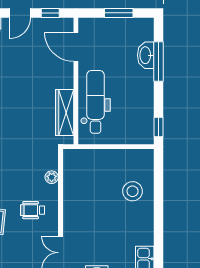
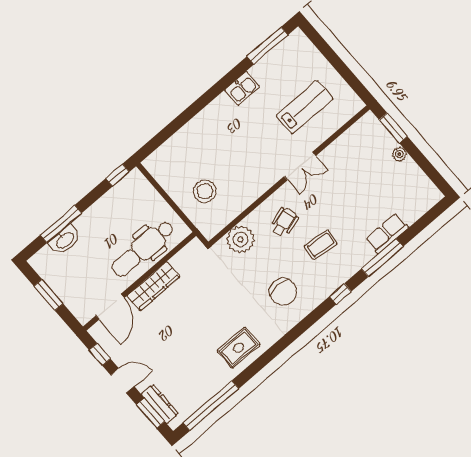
wardrobe: (65, 113) -> (153, 286), moved
plant: (52, 177) -> (241, 239), width x1.88, depth x1.88
stool: (133, 191) -> (205, 191), moved
wheelchair: (33, 210) -> (284, 222), turned -107

